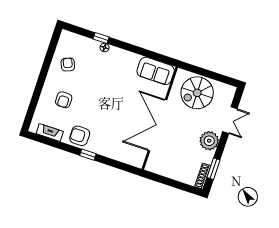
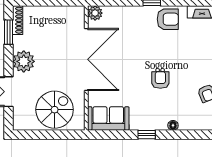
window: (101, 38) -> (147, 135), moved
armchair: (64, 100) -> (160, 80), moved
plant: (138, 161) -> (95, 13), added

